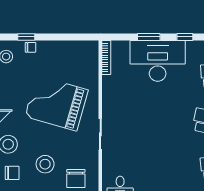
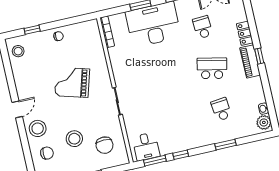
chair: (30, 47) -> (58, 36), moved
grand piano: (56, 103) -> (72, 82), width x0.73, depth x0.68

